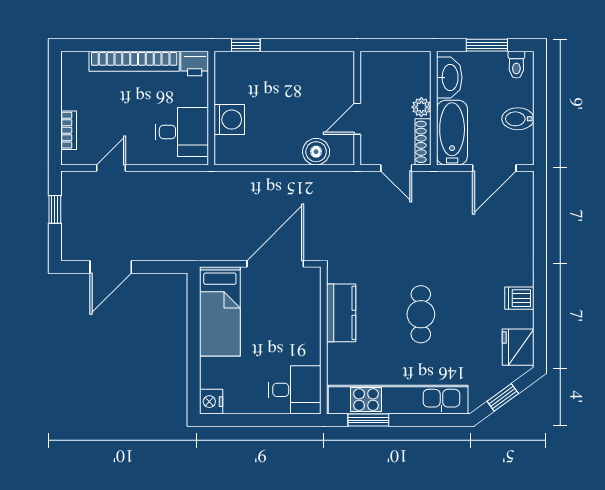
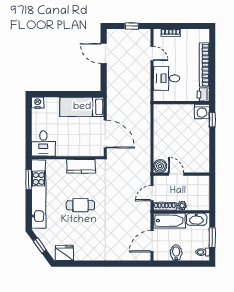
washing machine: (229, 120) -> (202, 111), moved
desk: (182, 132) -> (166, 78), moved, turned 90
boiler: (316, 152) -> (160, 166), moved
door: (494, 168) -> (152, 241), hinge flipped
dishwasher: (519, 298) -> (88, 254), removed

